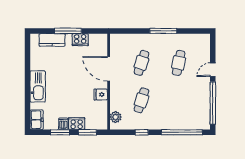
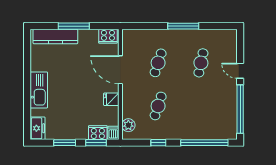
kitchen counter: (52, 40) -> (55, 37), width x1.50
cooker: (80, 40) -> (108, 36), moved
door: (213, 70) -> (240, 71), hinge flipped
dishwasher: (63, 124) -> (113, 133), moved
cooker: (77, 124) -> (98, 133), moved

